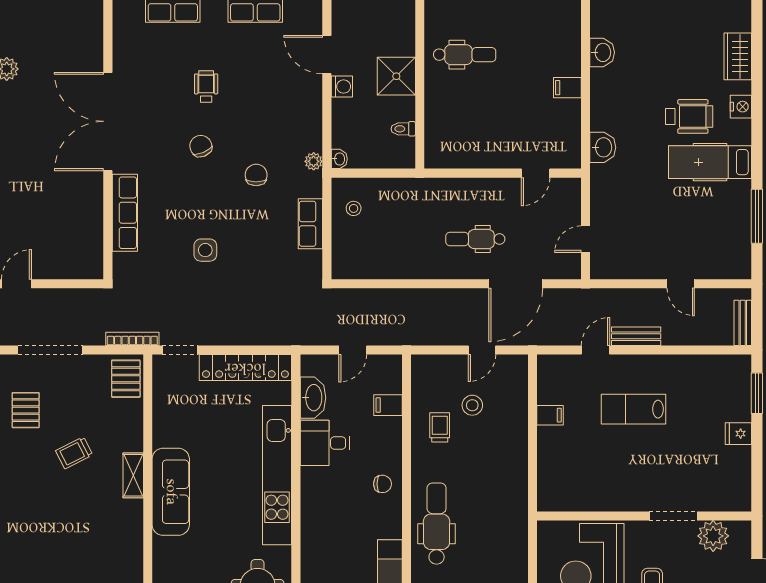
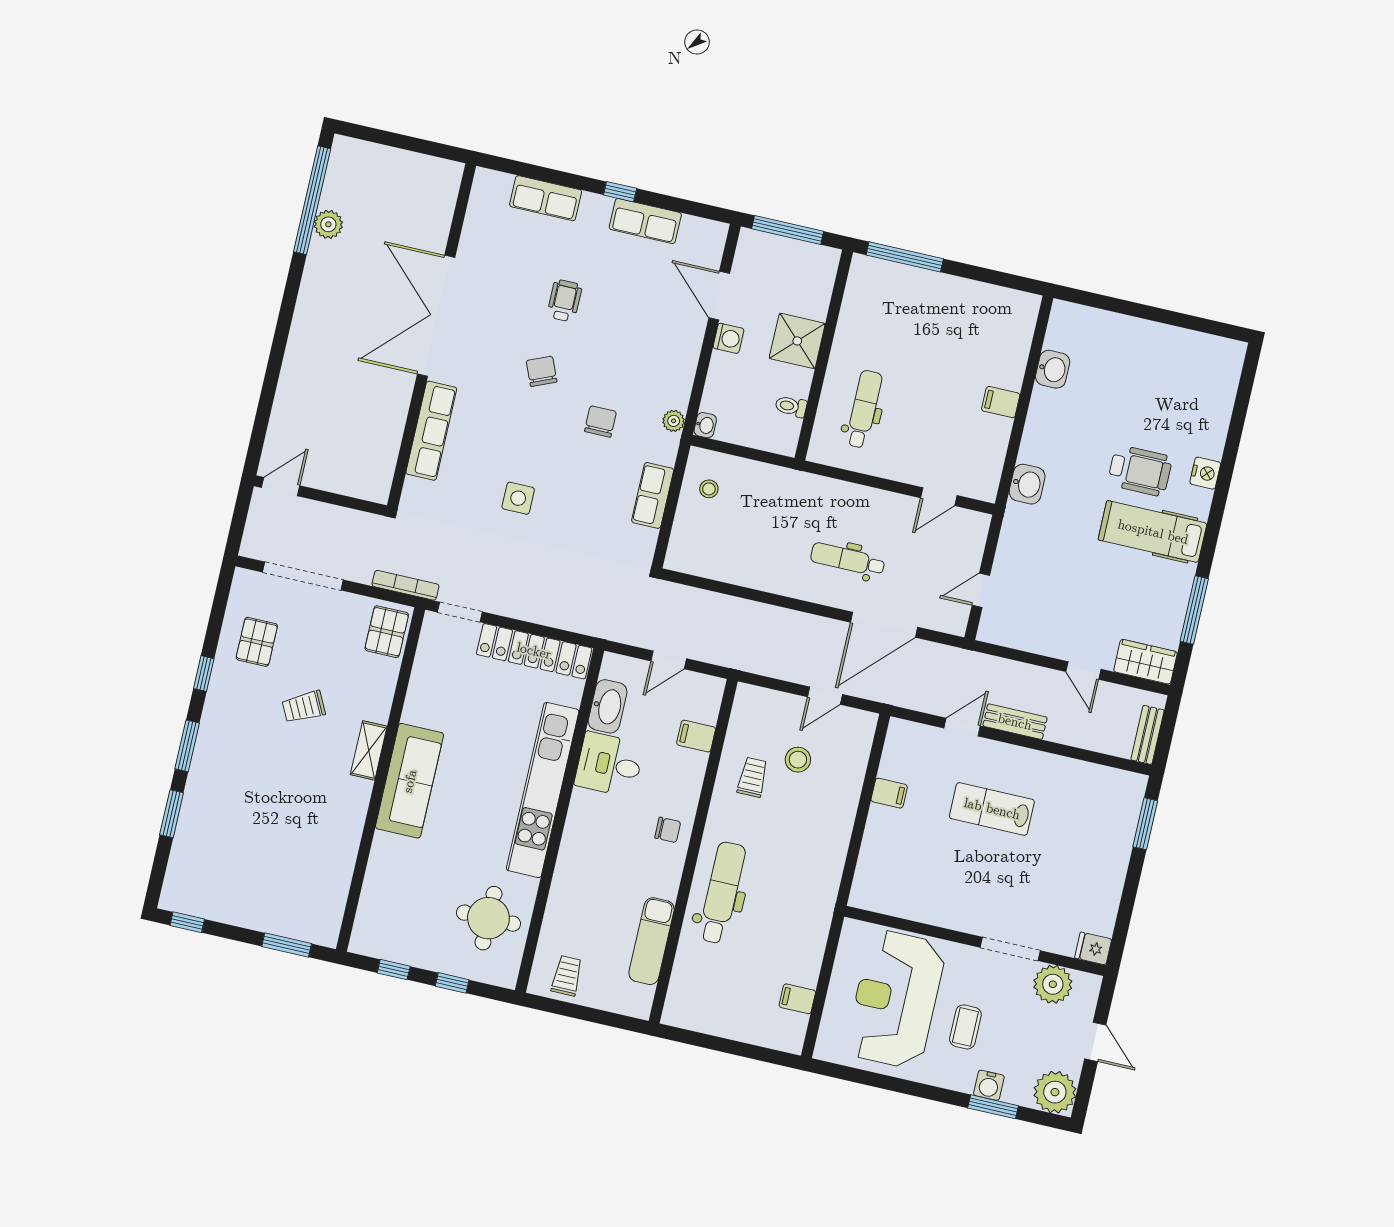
dental chair: (465, 55) -> (864, 409), moved, turned -90
wardrobe: (738, 56) -> (1145, 662), moved, turned 90
fridge: (738, 434) -> (1093, 948), moved

